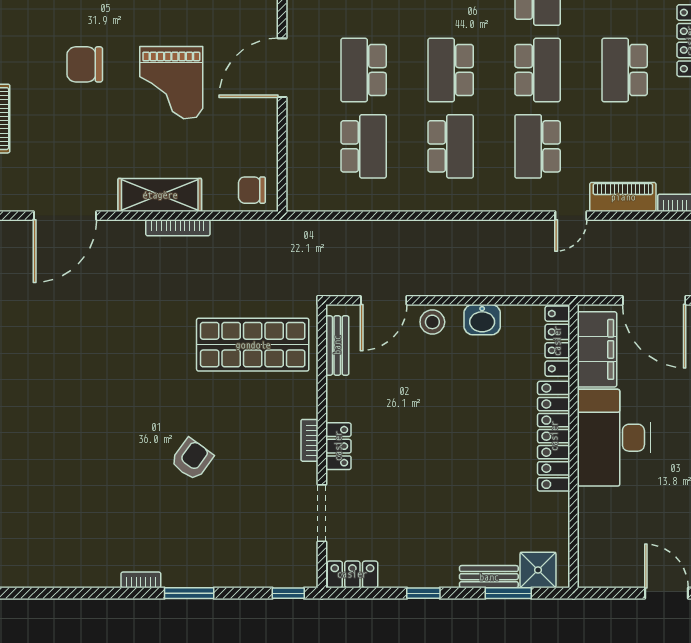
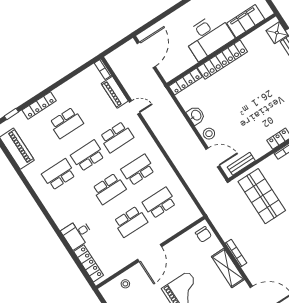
door: (282, 68) -> (150, 253), hinge flipped
filing cabinet: (597, 349) -> (246, 21), moved

